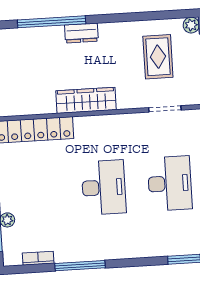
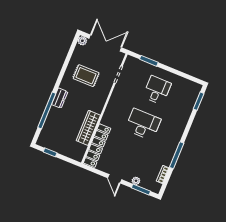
rug: (158, 57) -> (86, 76), moved
wardrobe: (86, 100) -> (88, 128), moved
desk: (170, 183) -> (157, 90), width x0.73

